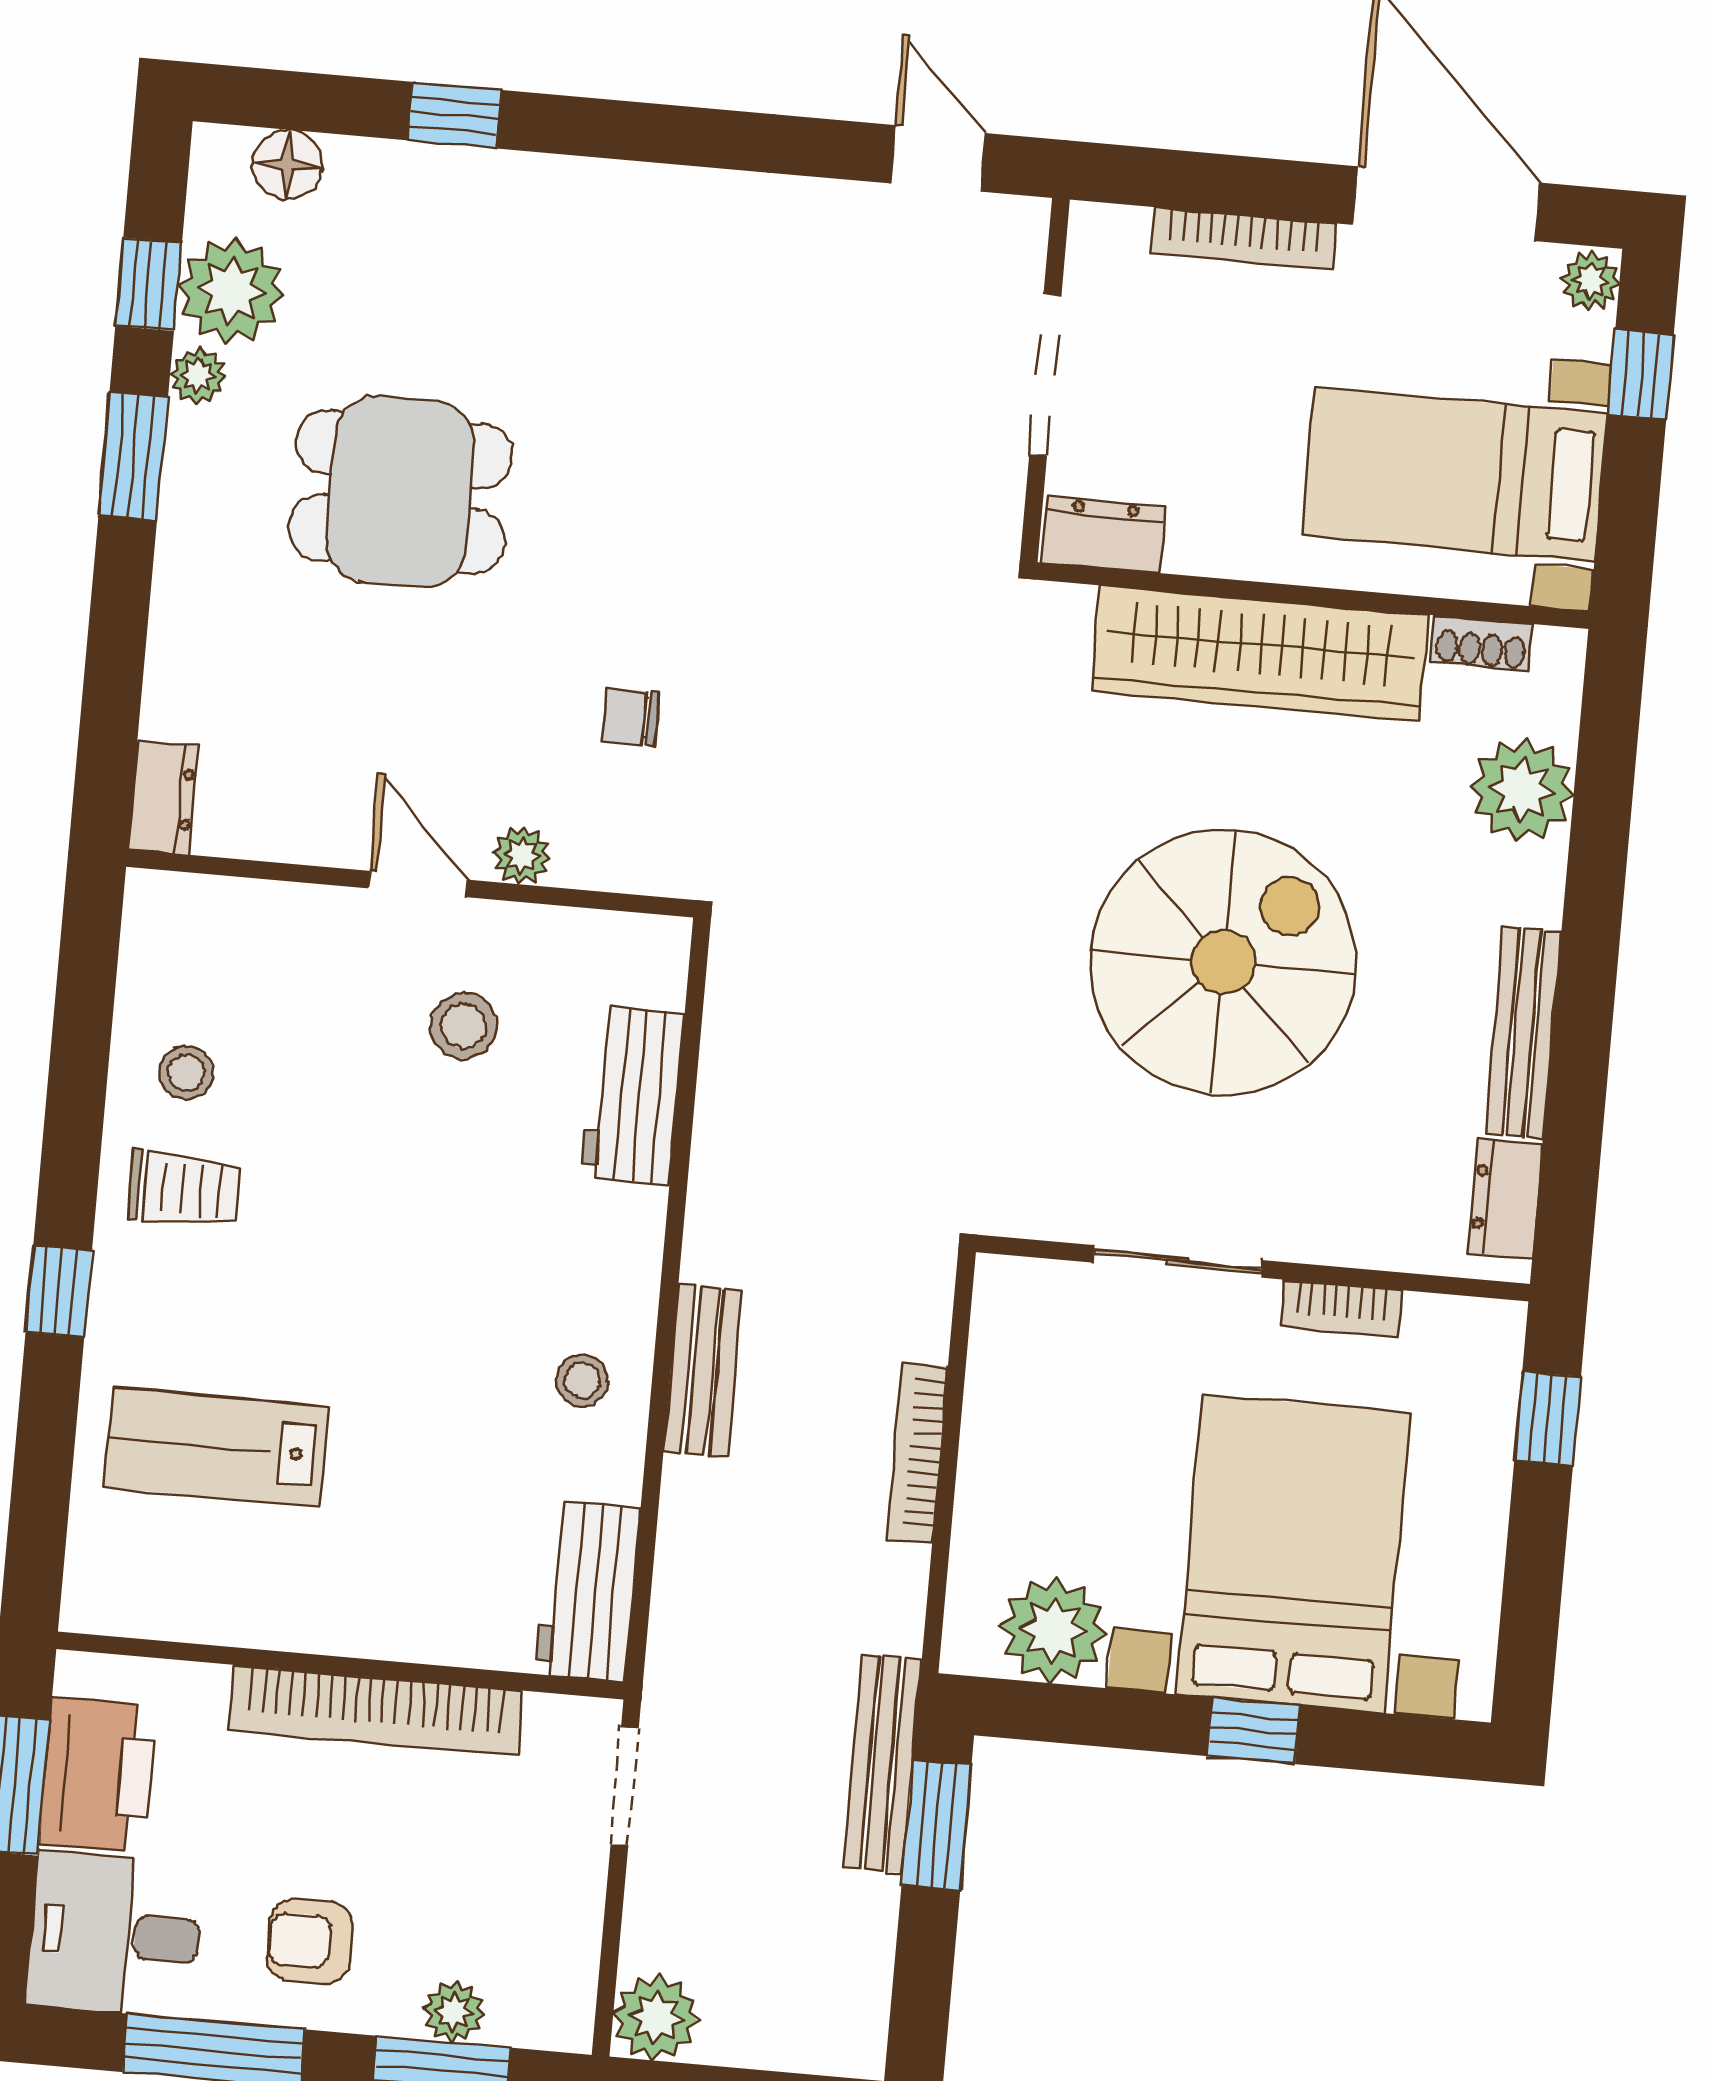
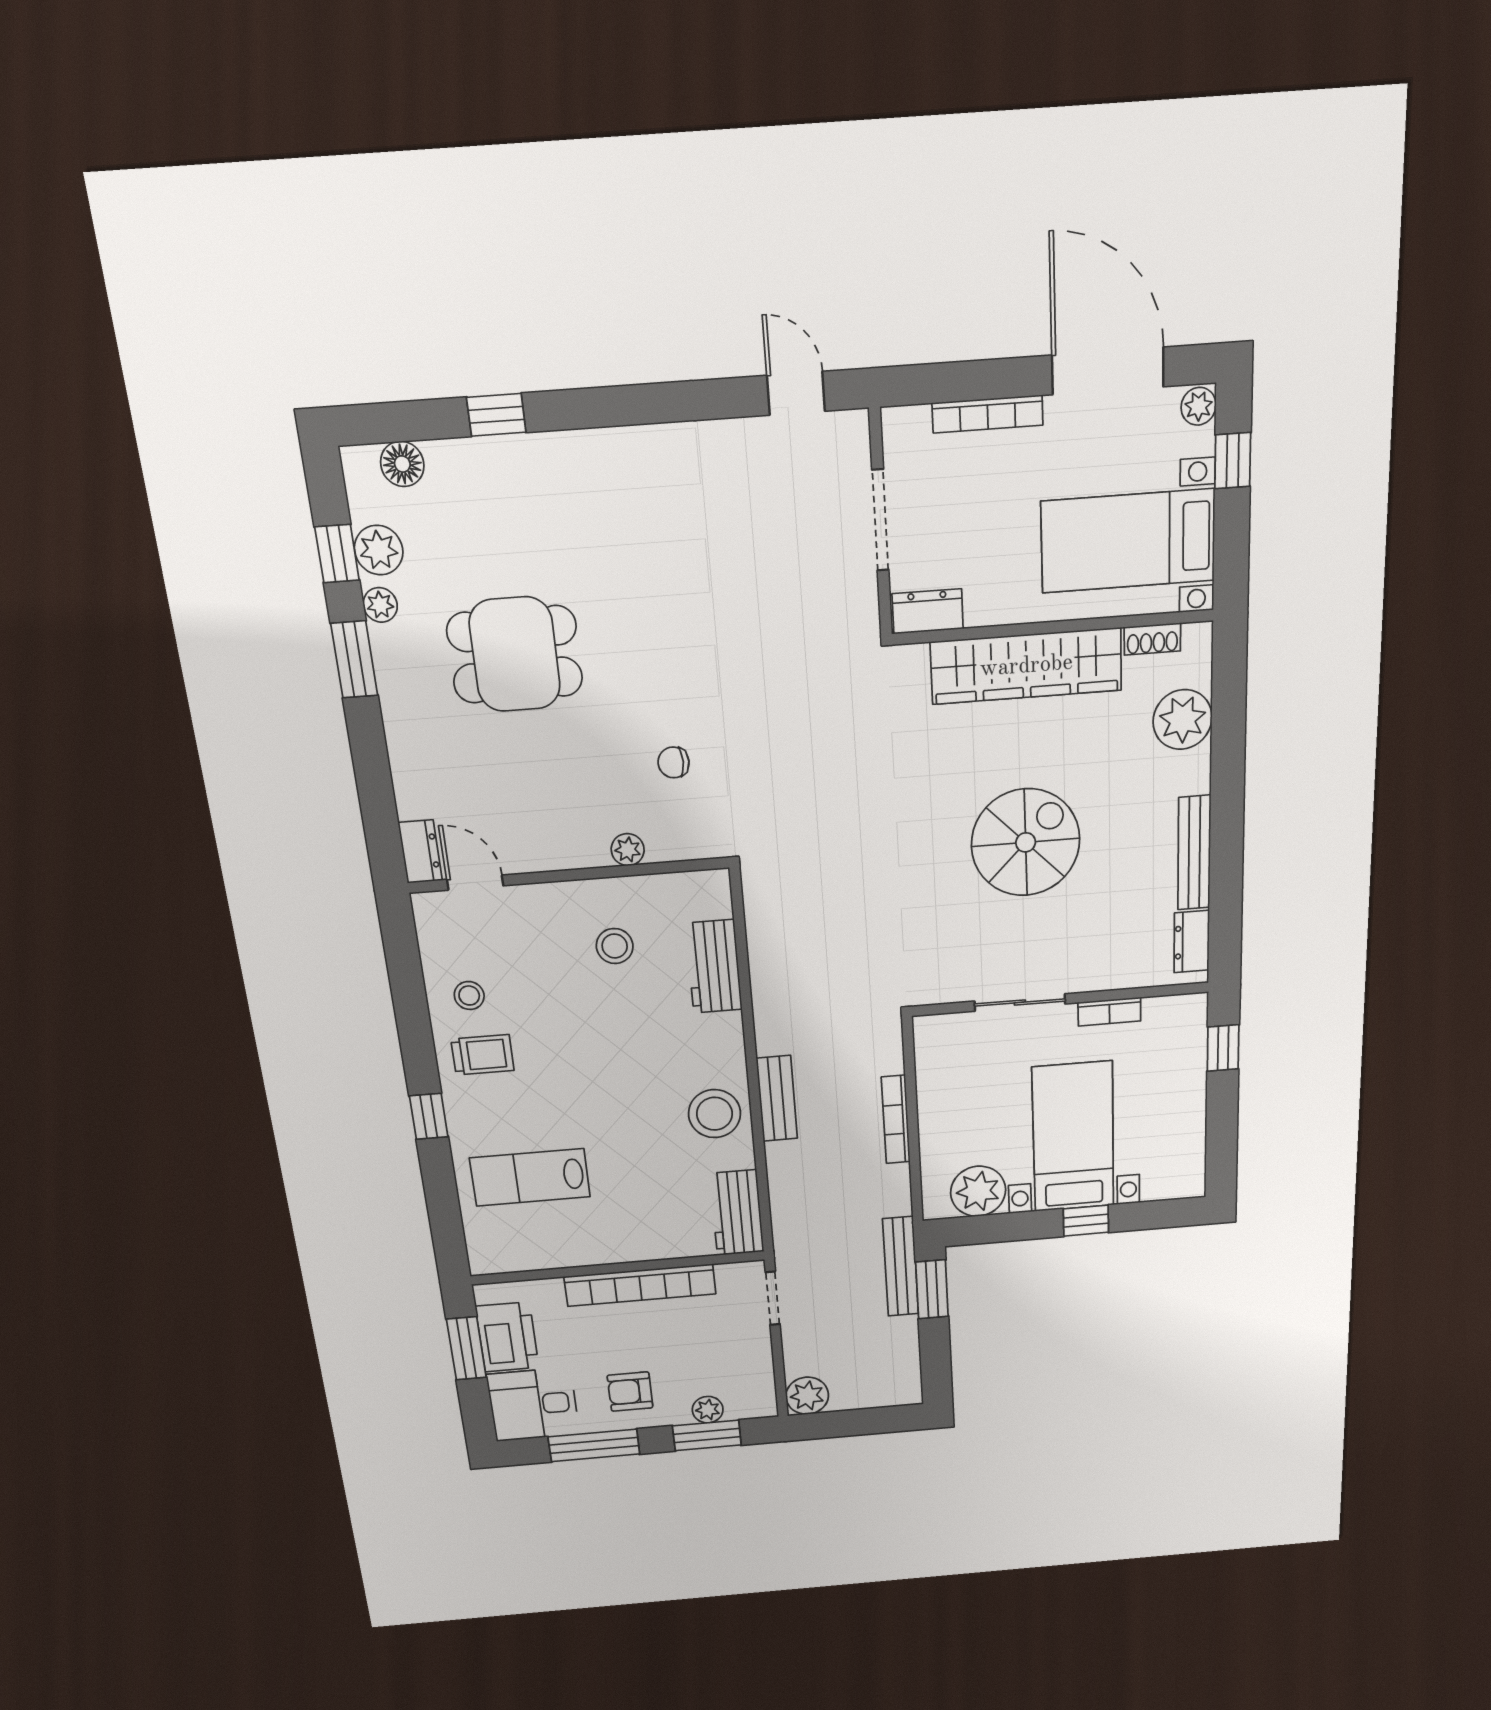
plant: (231, 291) -> (379, 550), width x0.73, depth x0.73
door: (418, 884) -> (475, 883), moved
spiral stairs: (1223, 962) -> (1026, 842), width x0.73, depth x0.73
stool: (582, 1380) -> (715, 1114), width x1.89, depth x1.89
bed with nightstands: (1293, 1554) -> (1073, 1137), width x0.73

